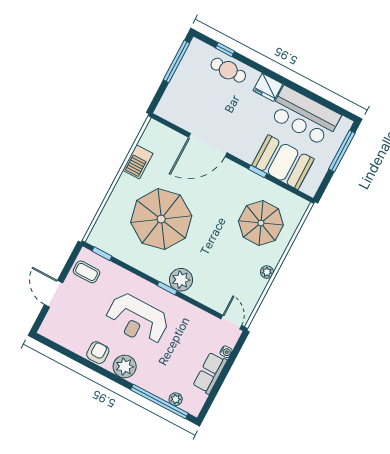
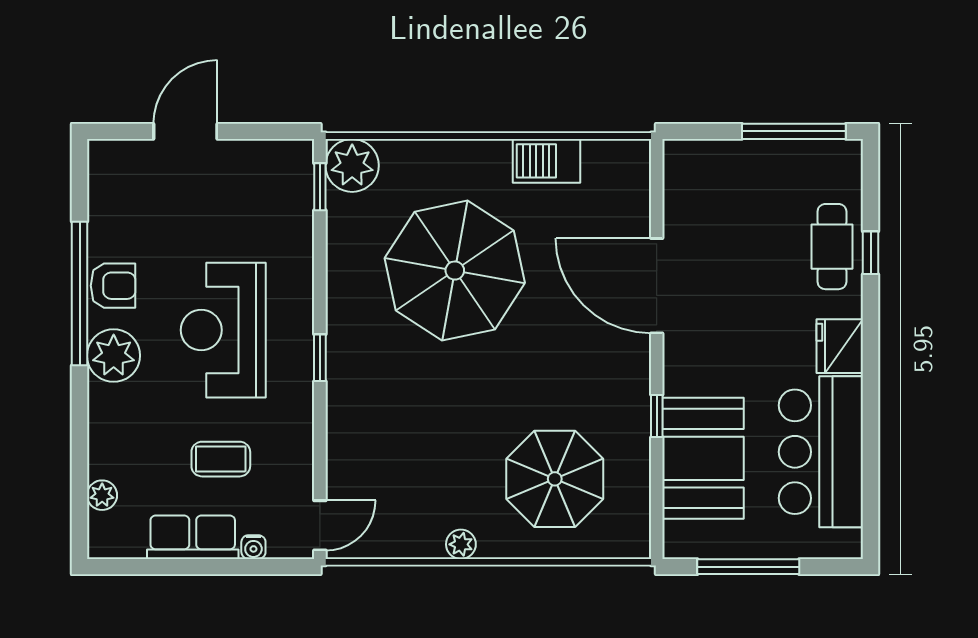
window: (225, 50) -> (871, 253), moved
window: (342, 151) -> (748, 567), moved
coffee table: (86, 272) -> (221, 459), moved, turned 90
plant: (181, 280) -> (352, 165), moved
window: (159, 402) -> (80, 293), moved

